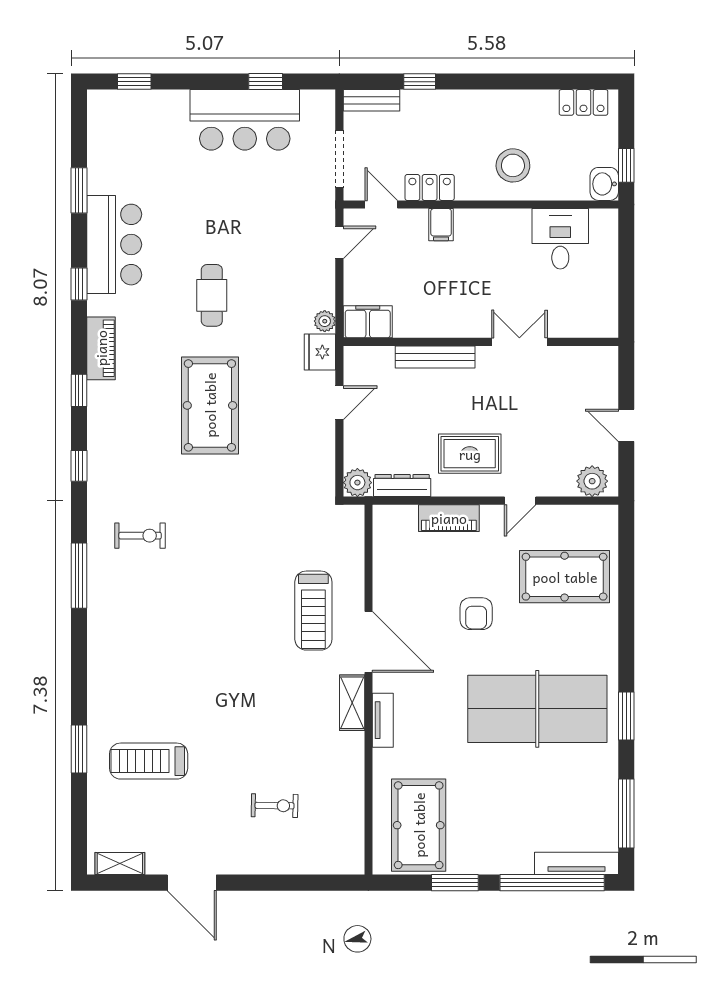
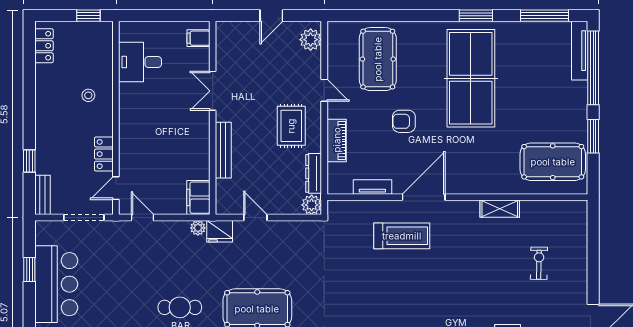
stool: (513, 165) -> (88, 95), width x0.53, depth x0.53
washbasin: (604, 184) -> (101, 31), removed
filing cabinet: (441, 225) -> (198, 38), moved, turned 180
armchair: (476, 614) -> (404, 121), turned 180
shelving: (352, 703) -> (500, 209), moved
tv unit: (383, 720) -> (372, 187), moved

